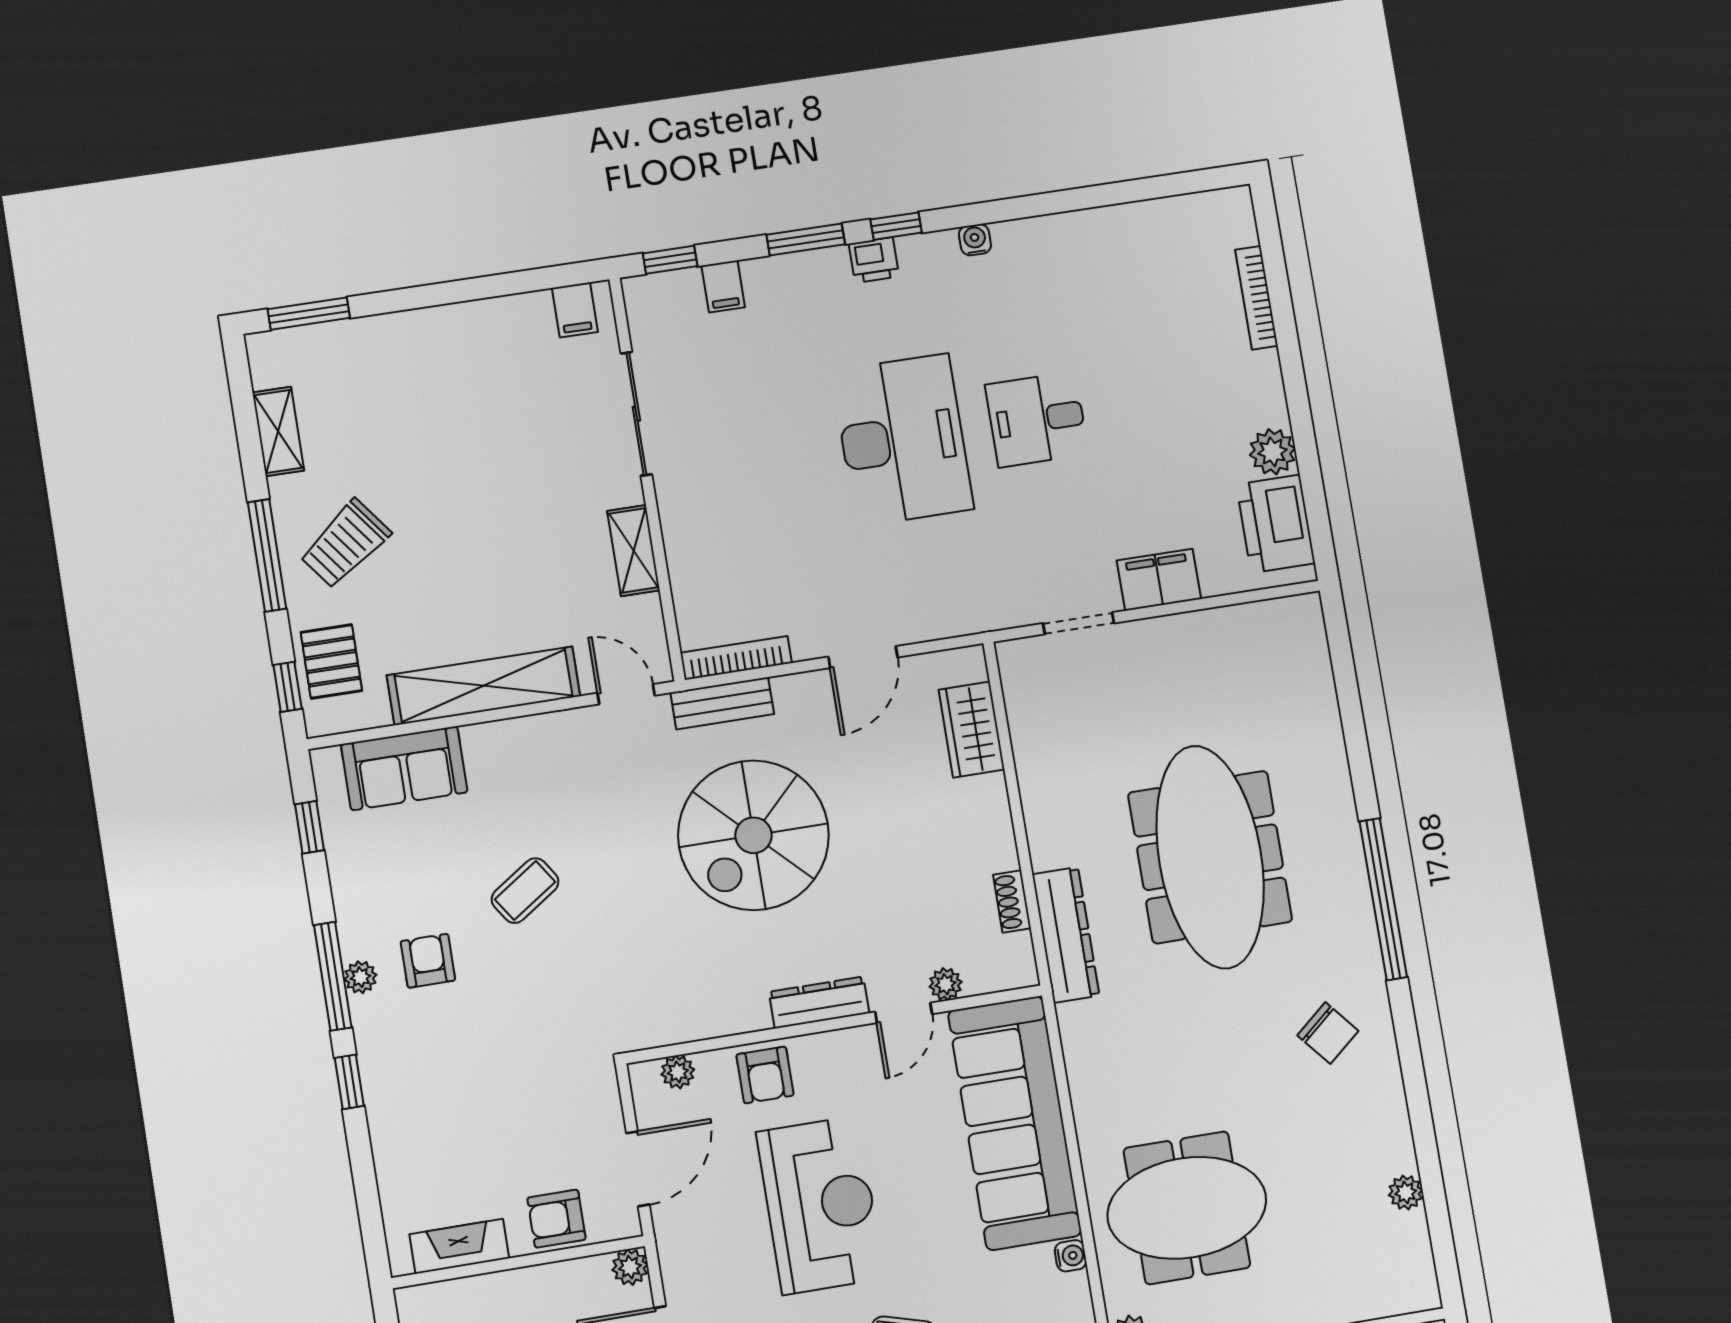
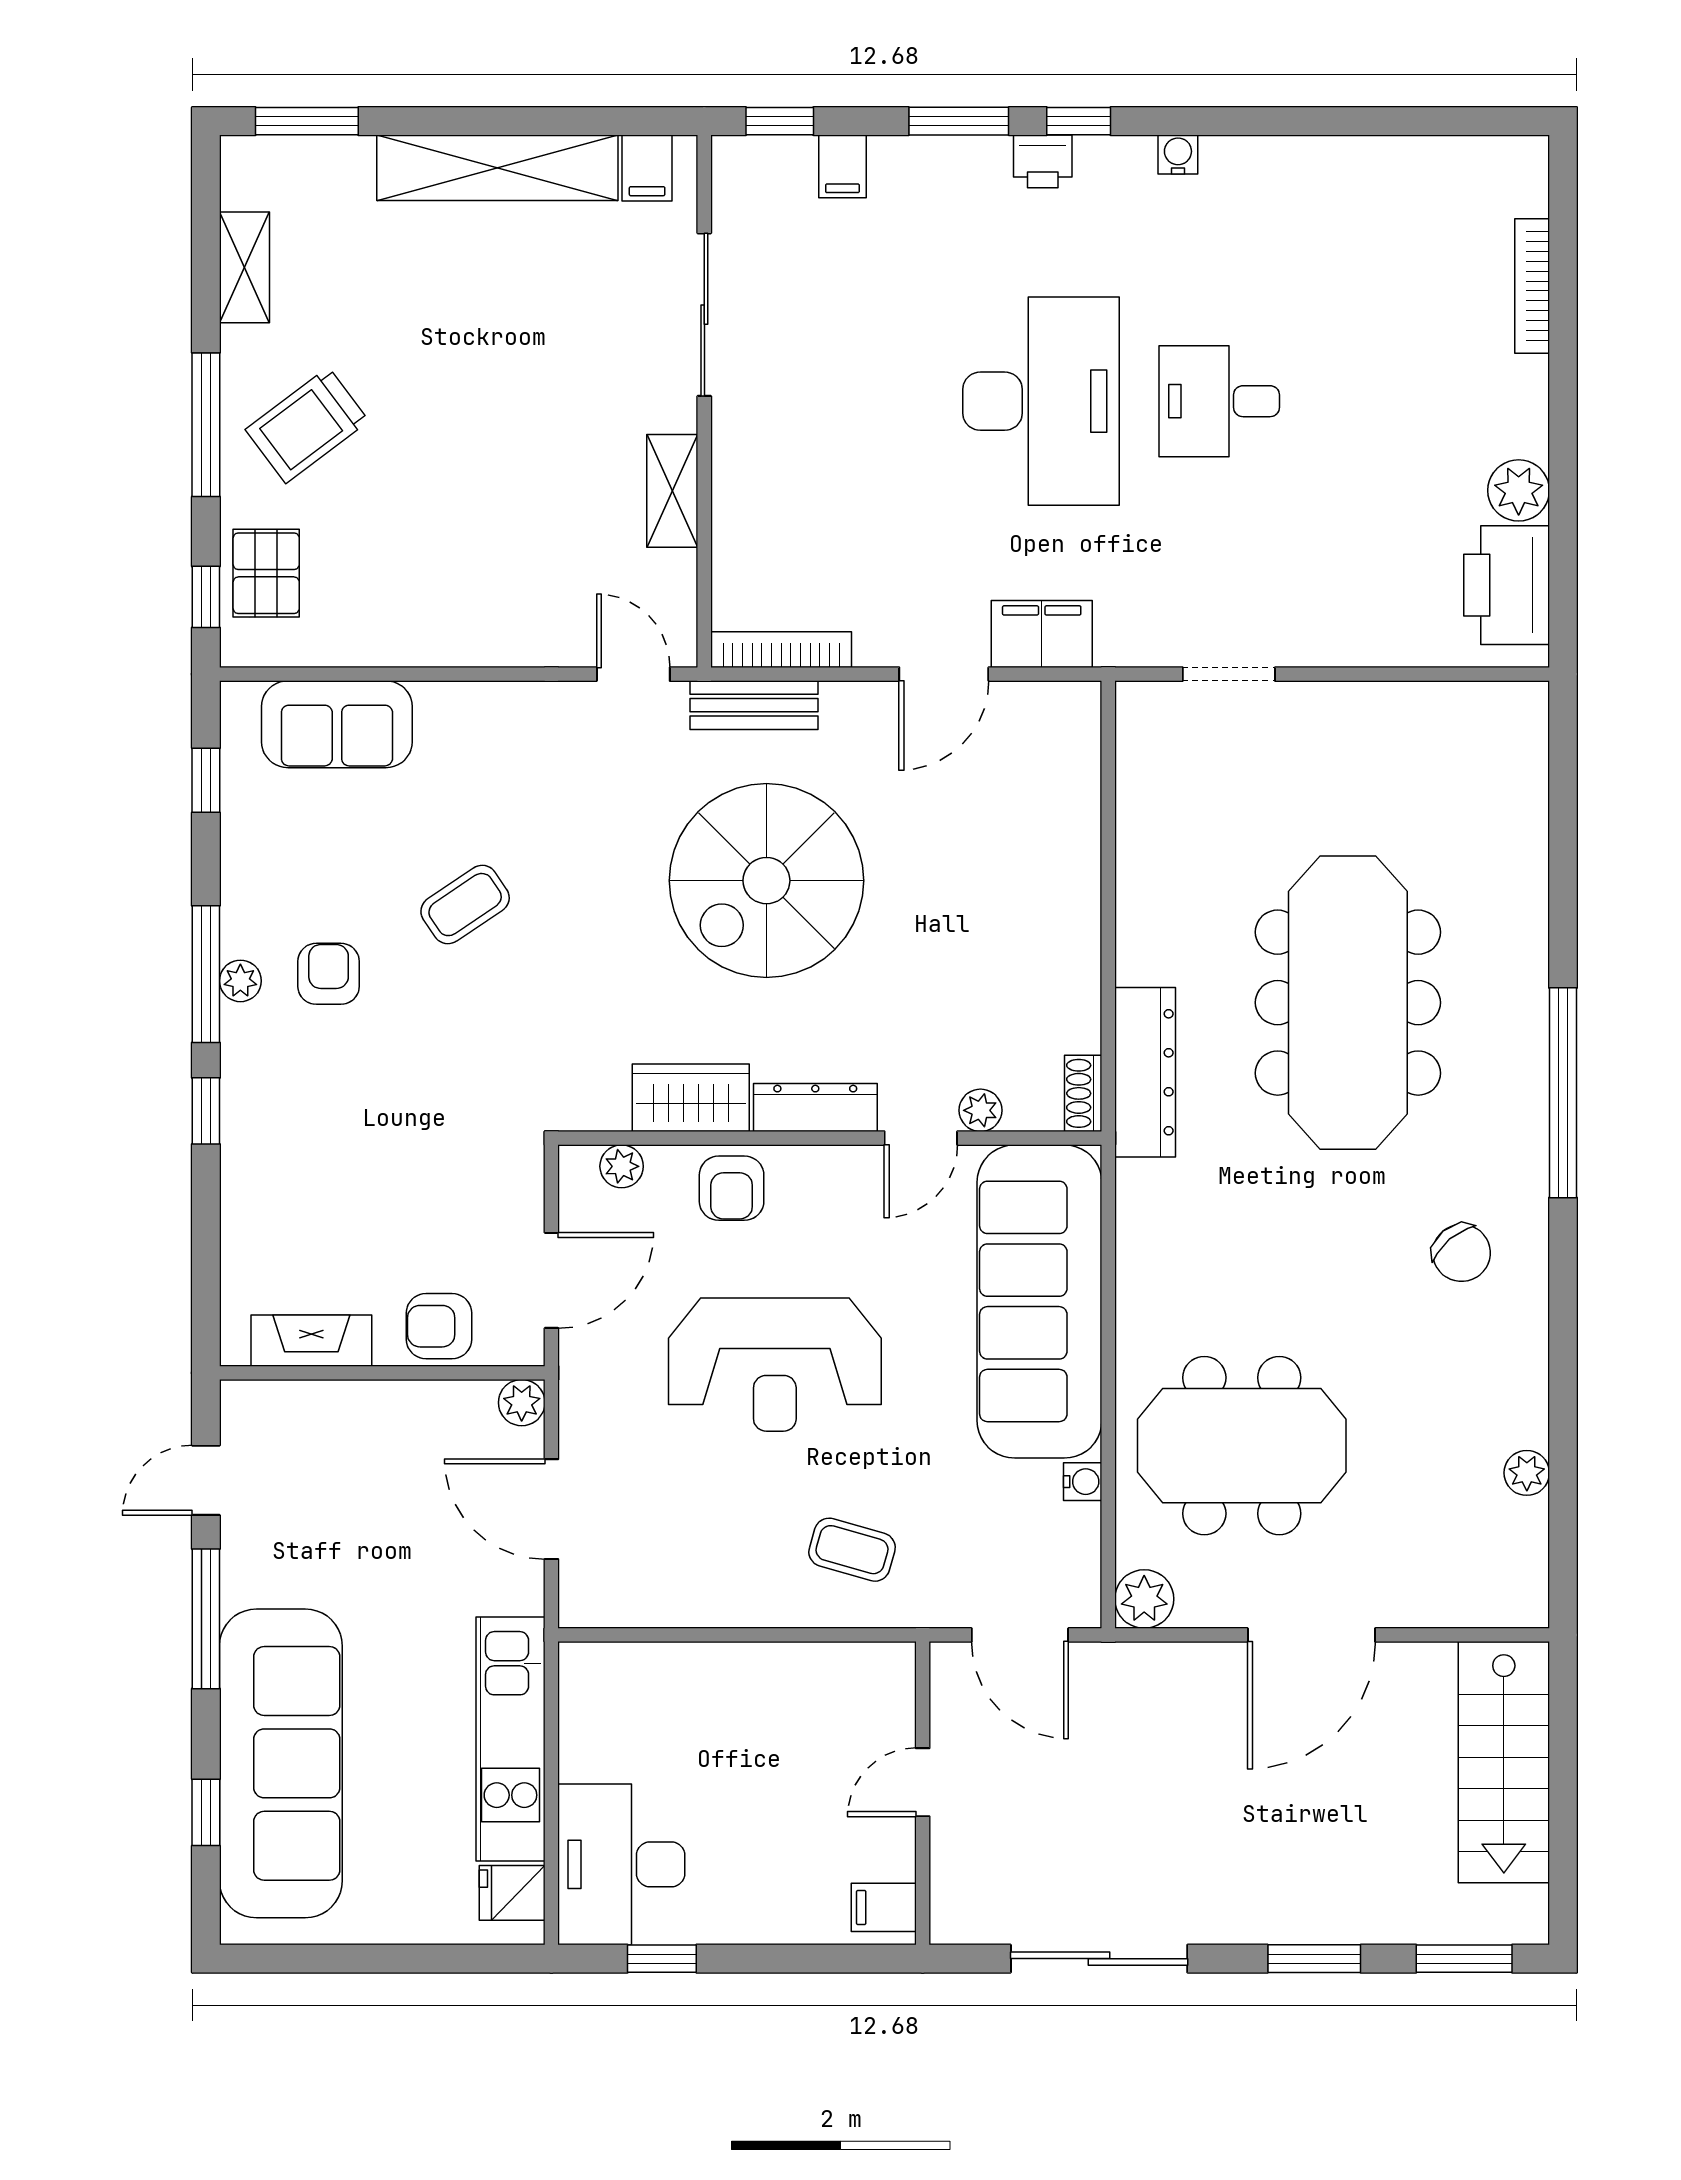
filing cabinet: (1159, 580) -> (1042, 634), moved
shelving: (484, 686) -> (497, 168), moved
wardrobe: (972, 730) -> (691, 1098), moved, turned 90
shoe rack: (1012, 902) -> (1083, 1093), moved
reception desk: (820, 1205) -> (775, 1365), turned 90

